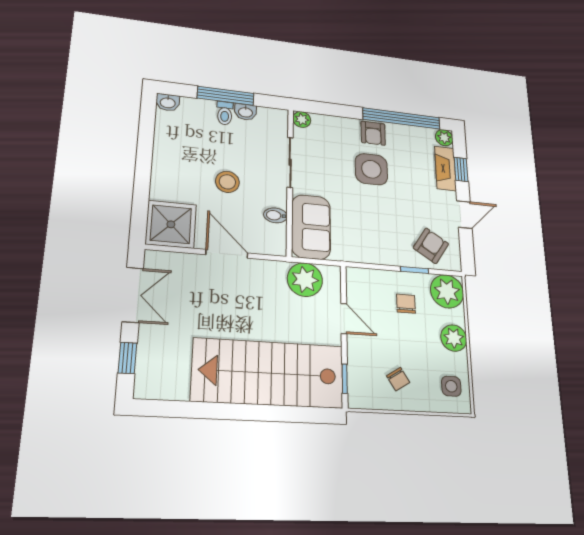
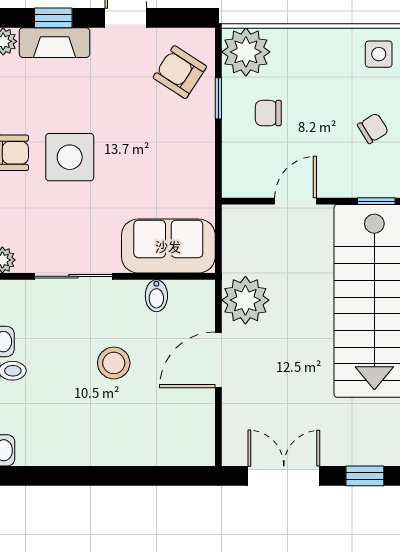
shower: (171, 224) -> (184, 435), removed
plant: (305, 280) -> (245, 300), moved
plant: (454, 338) -> (312, 46), removed

